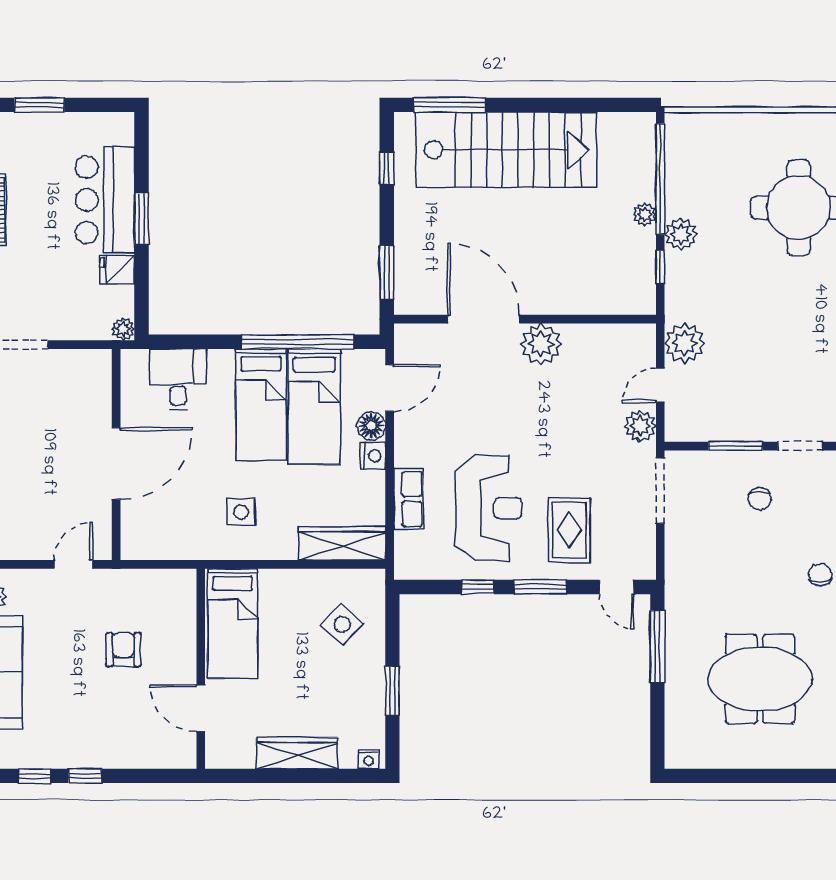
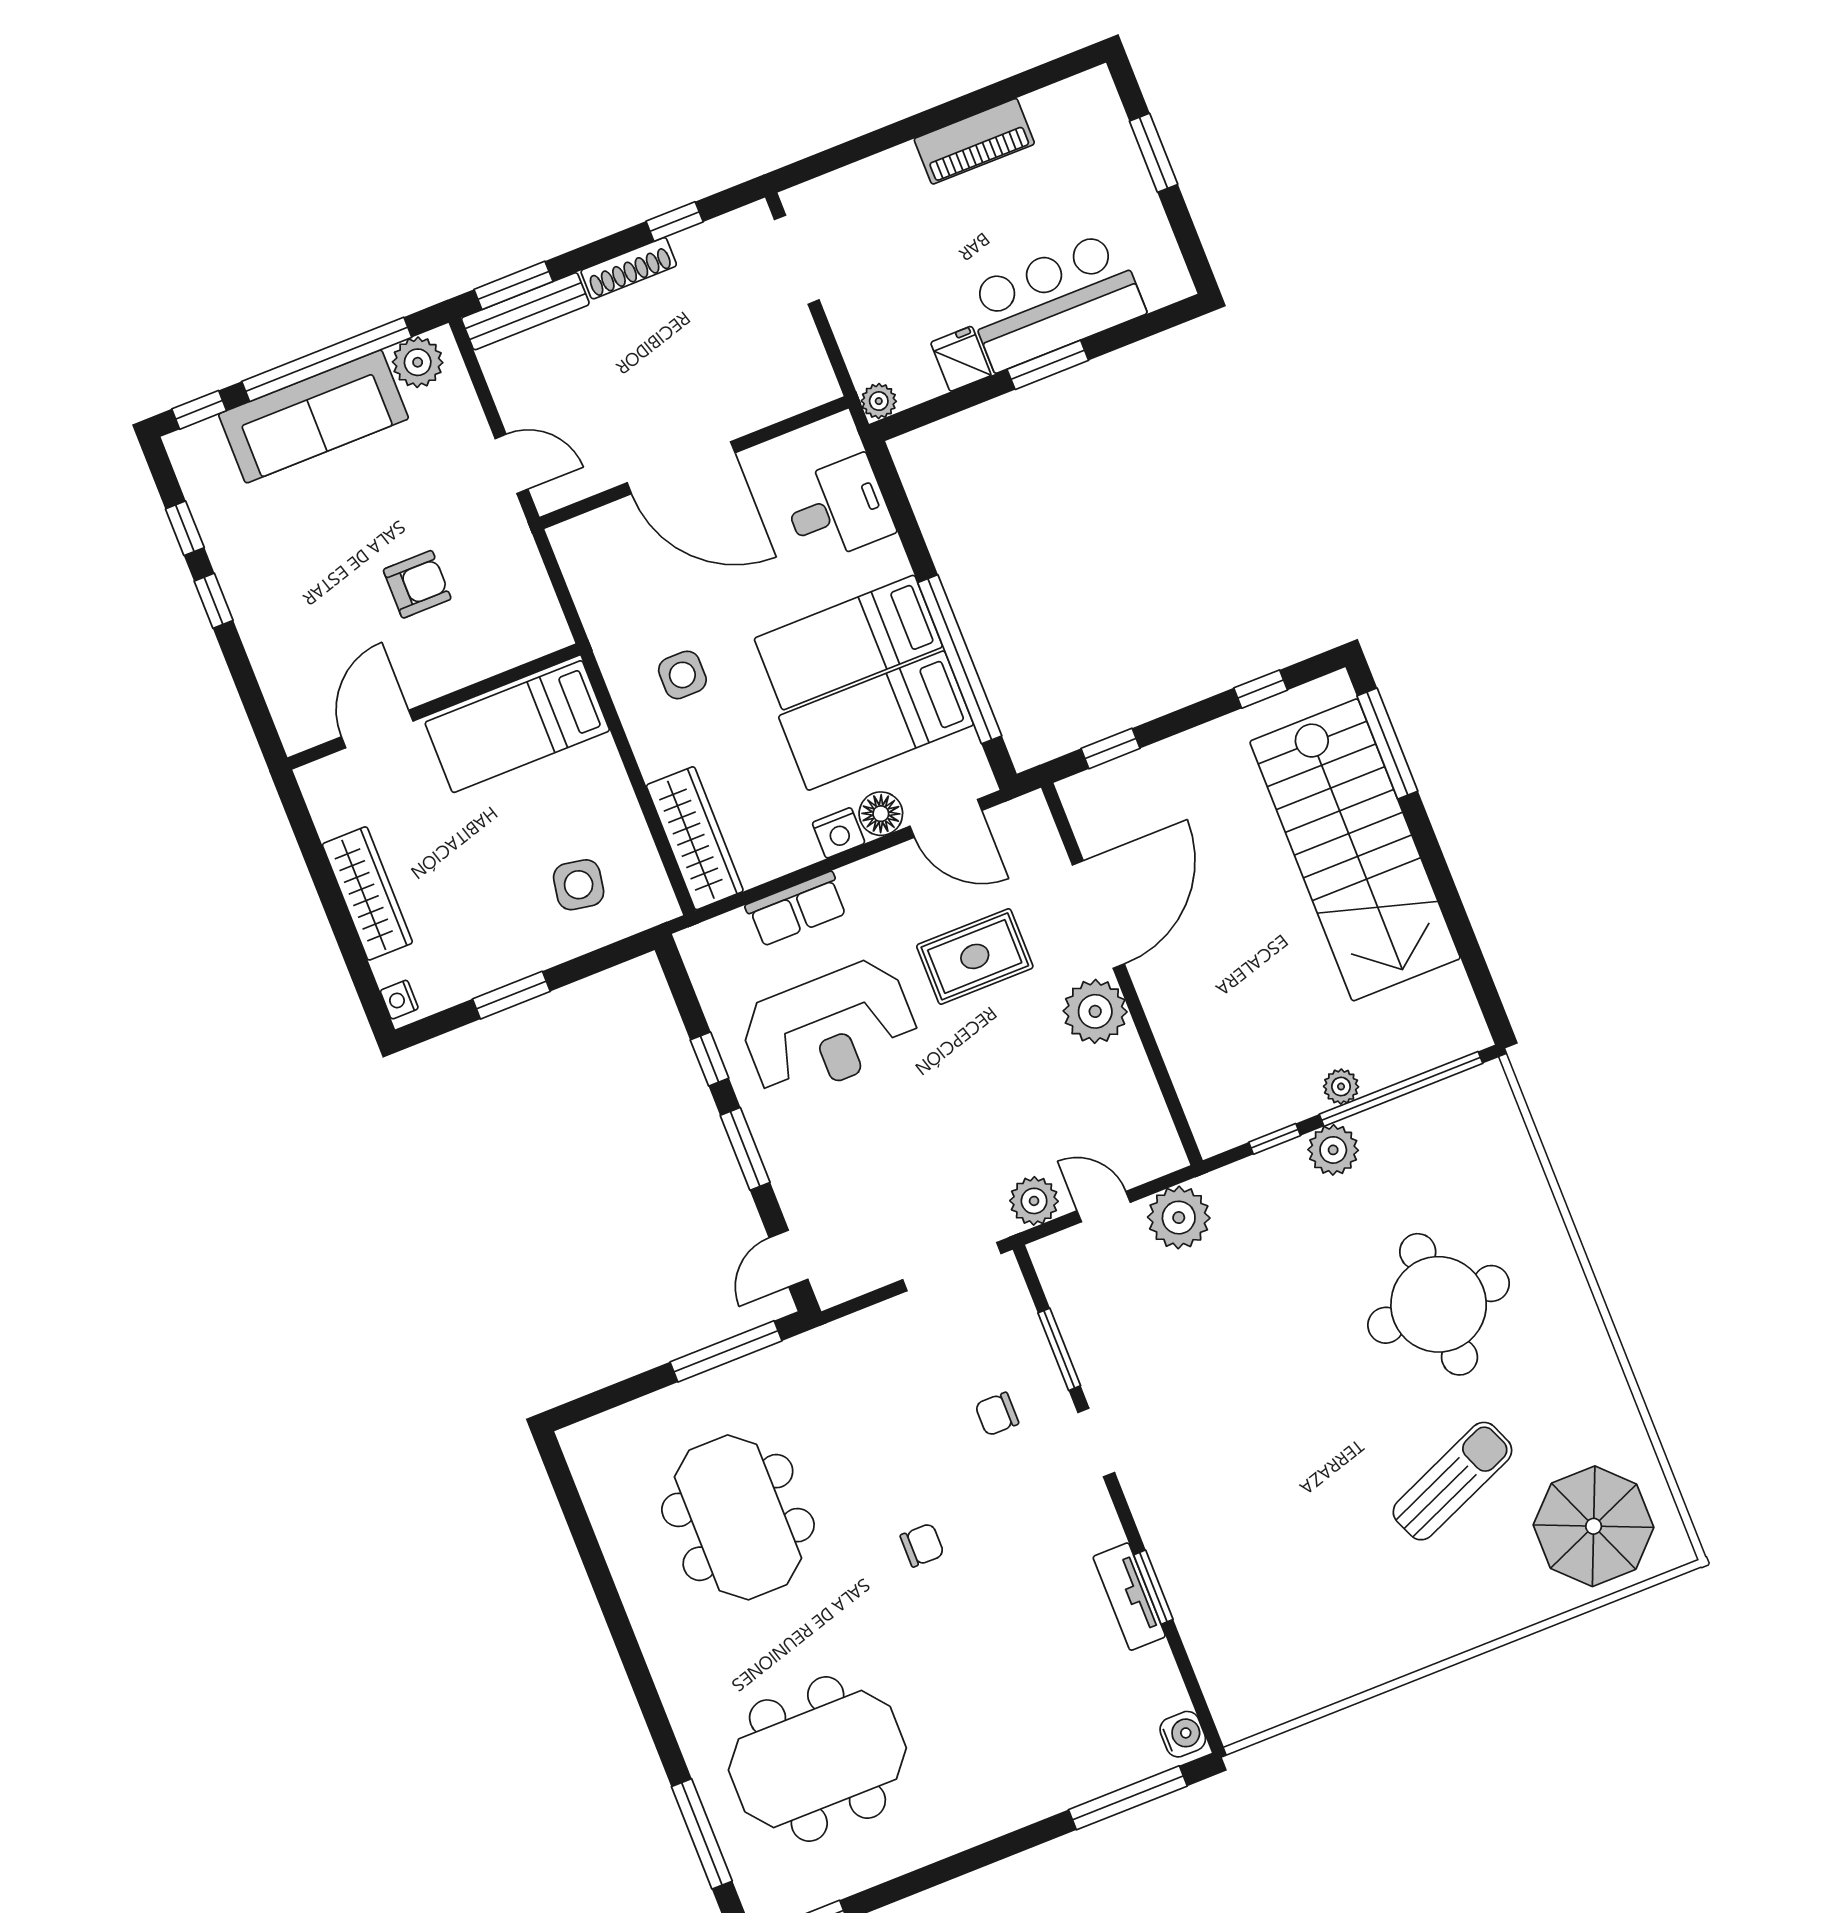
window: (387, 272) -> (1110, 748), width x0.67
rug: (569, 530) -> (975, 956), moved
side table: (342, 624) -> (579, 885), turned -32

